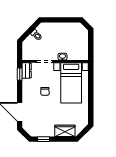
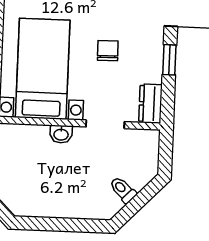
window: (20, 74) -> (169, 60), moved

